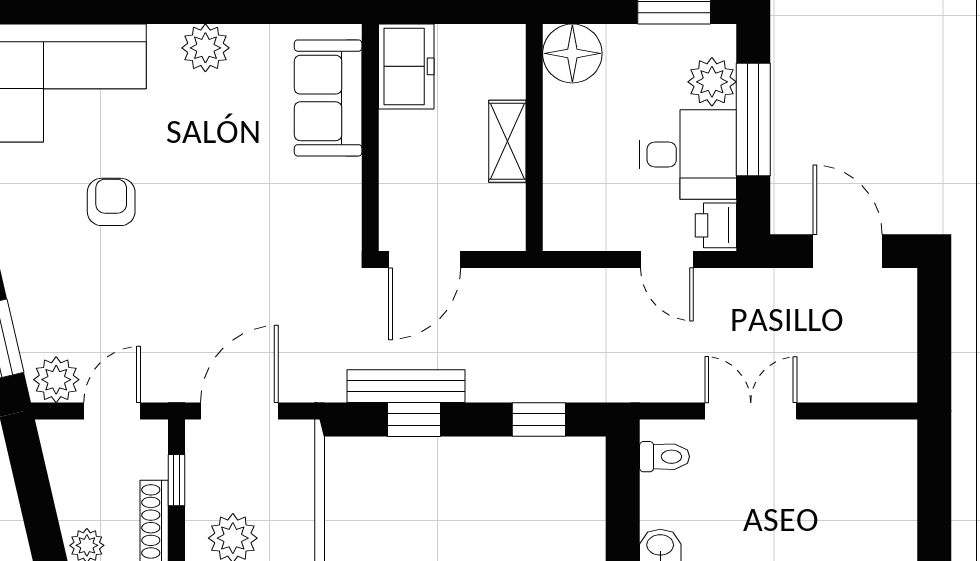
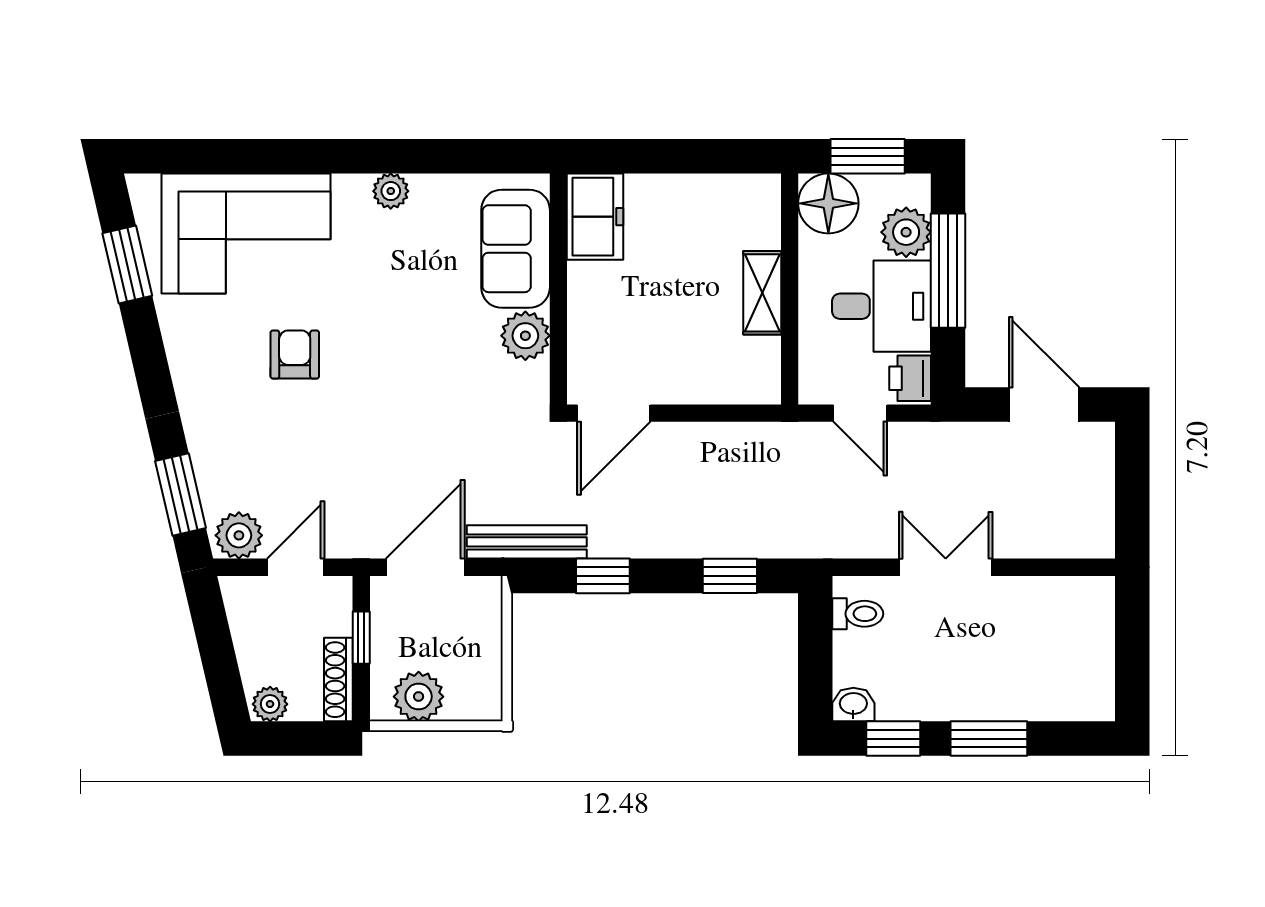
plant: (205, 48) -> (391, 191), width x0.73, depth x0.73
floor lamp: (572, 53) -> (828, 203), moved
wall: (534, 137) -> (790, 289), moved
shelving: (507, 141) -> (762, 293), moved
plant: (338, 183) -> (525, 336), added
bench: (406, 386) -> (527, 542), moved

